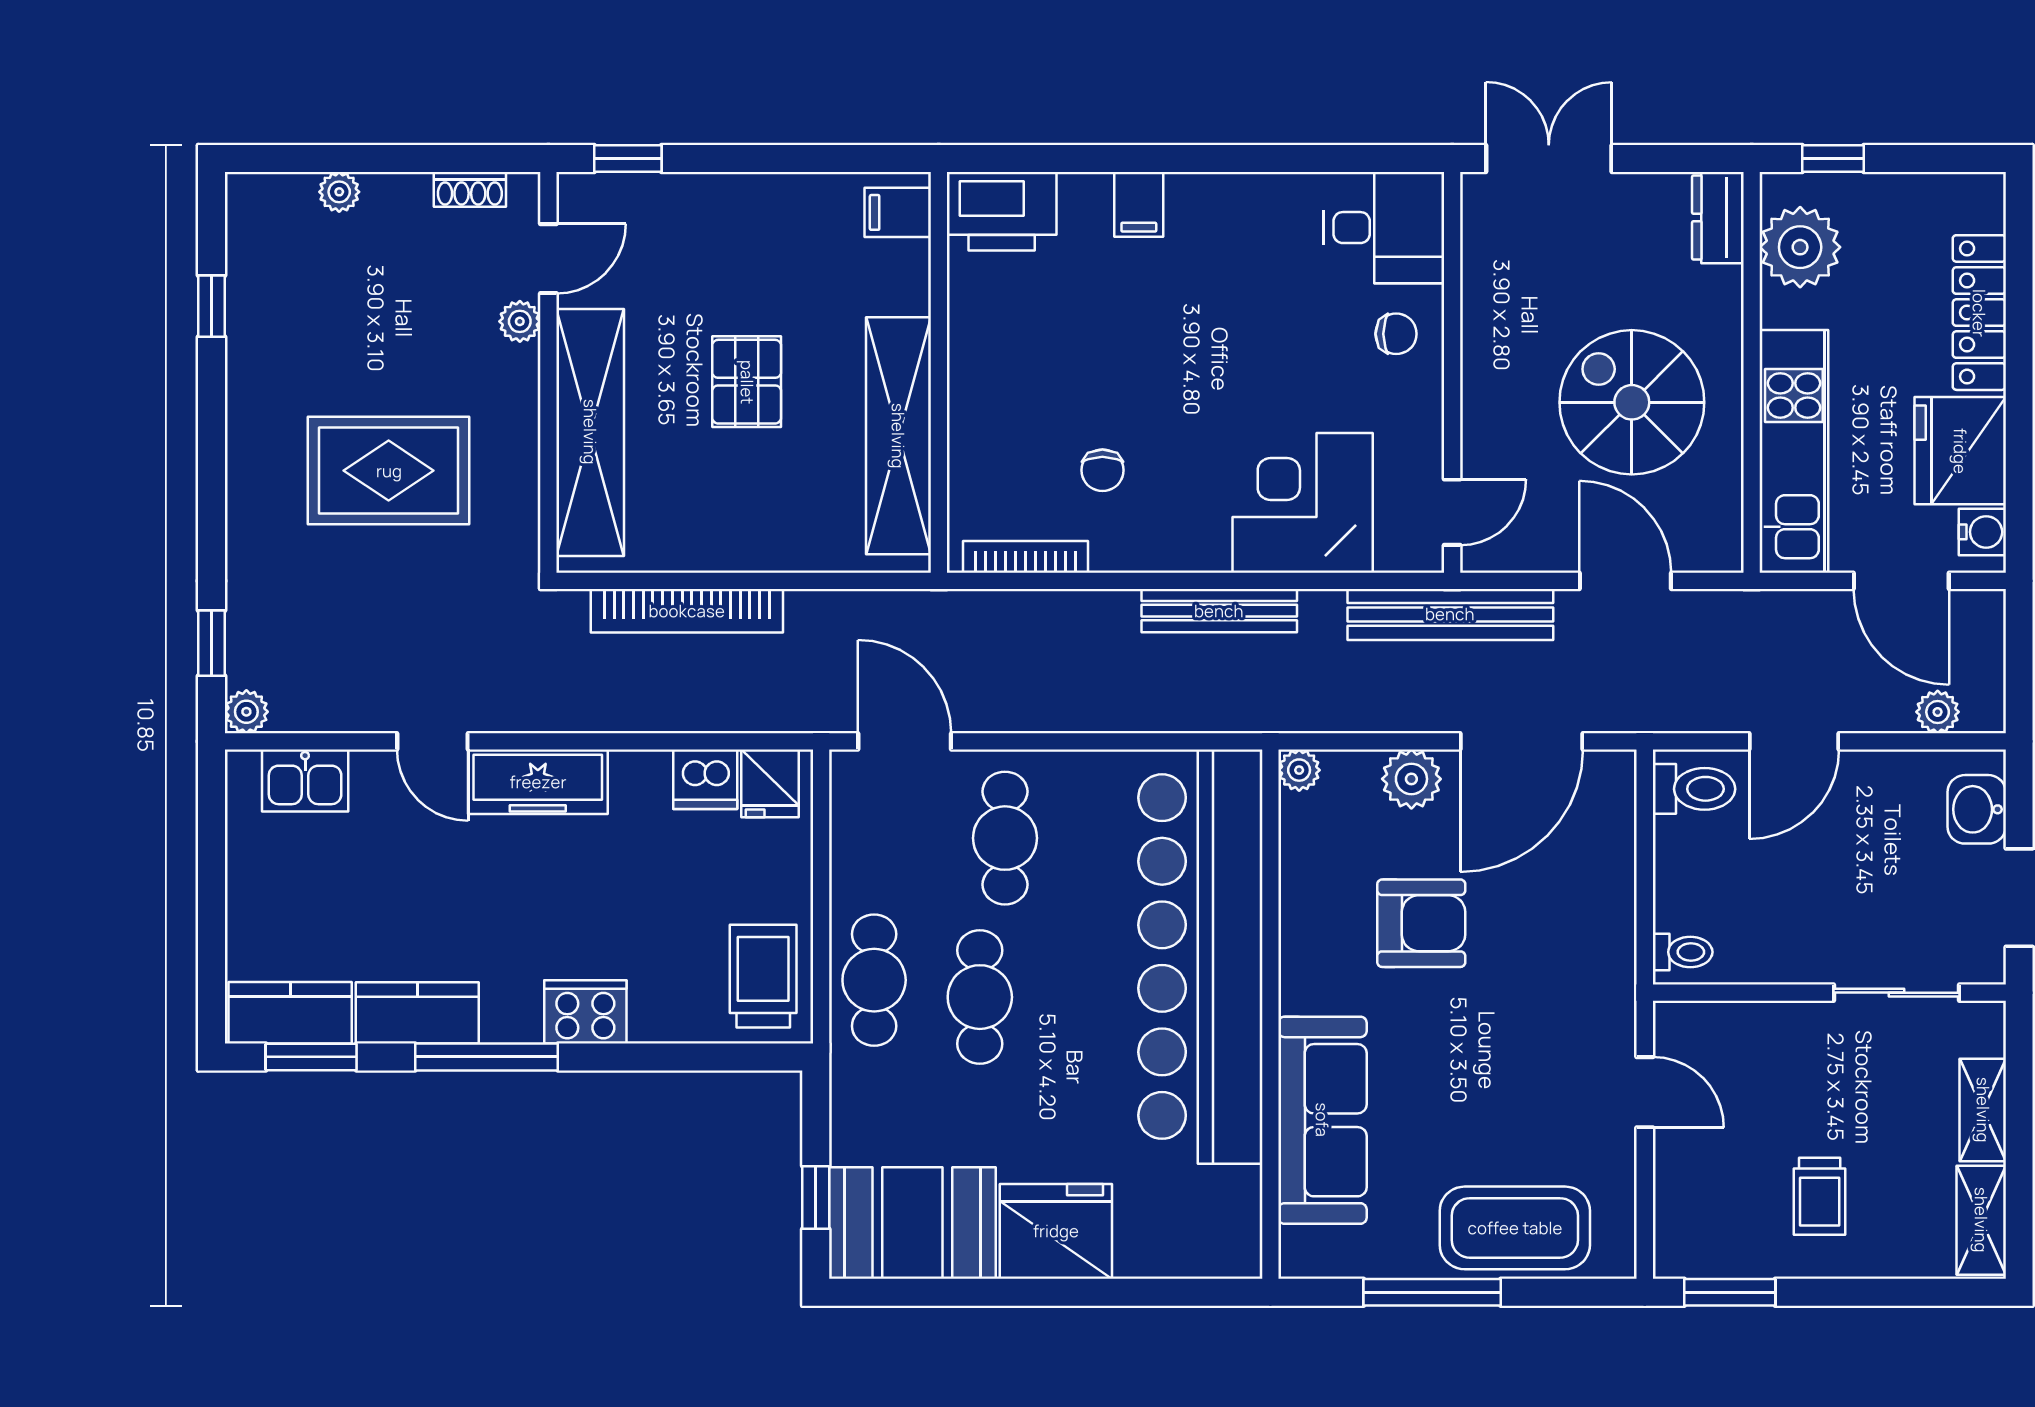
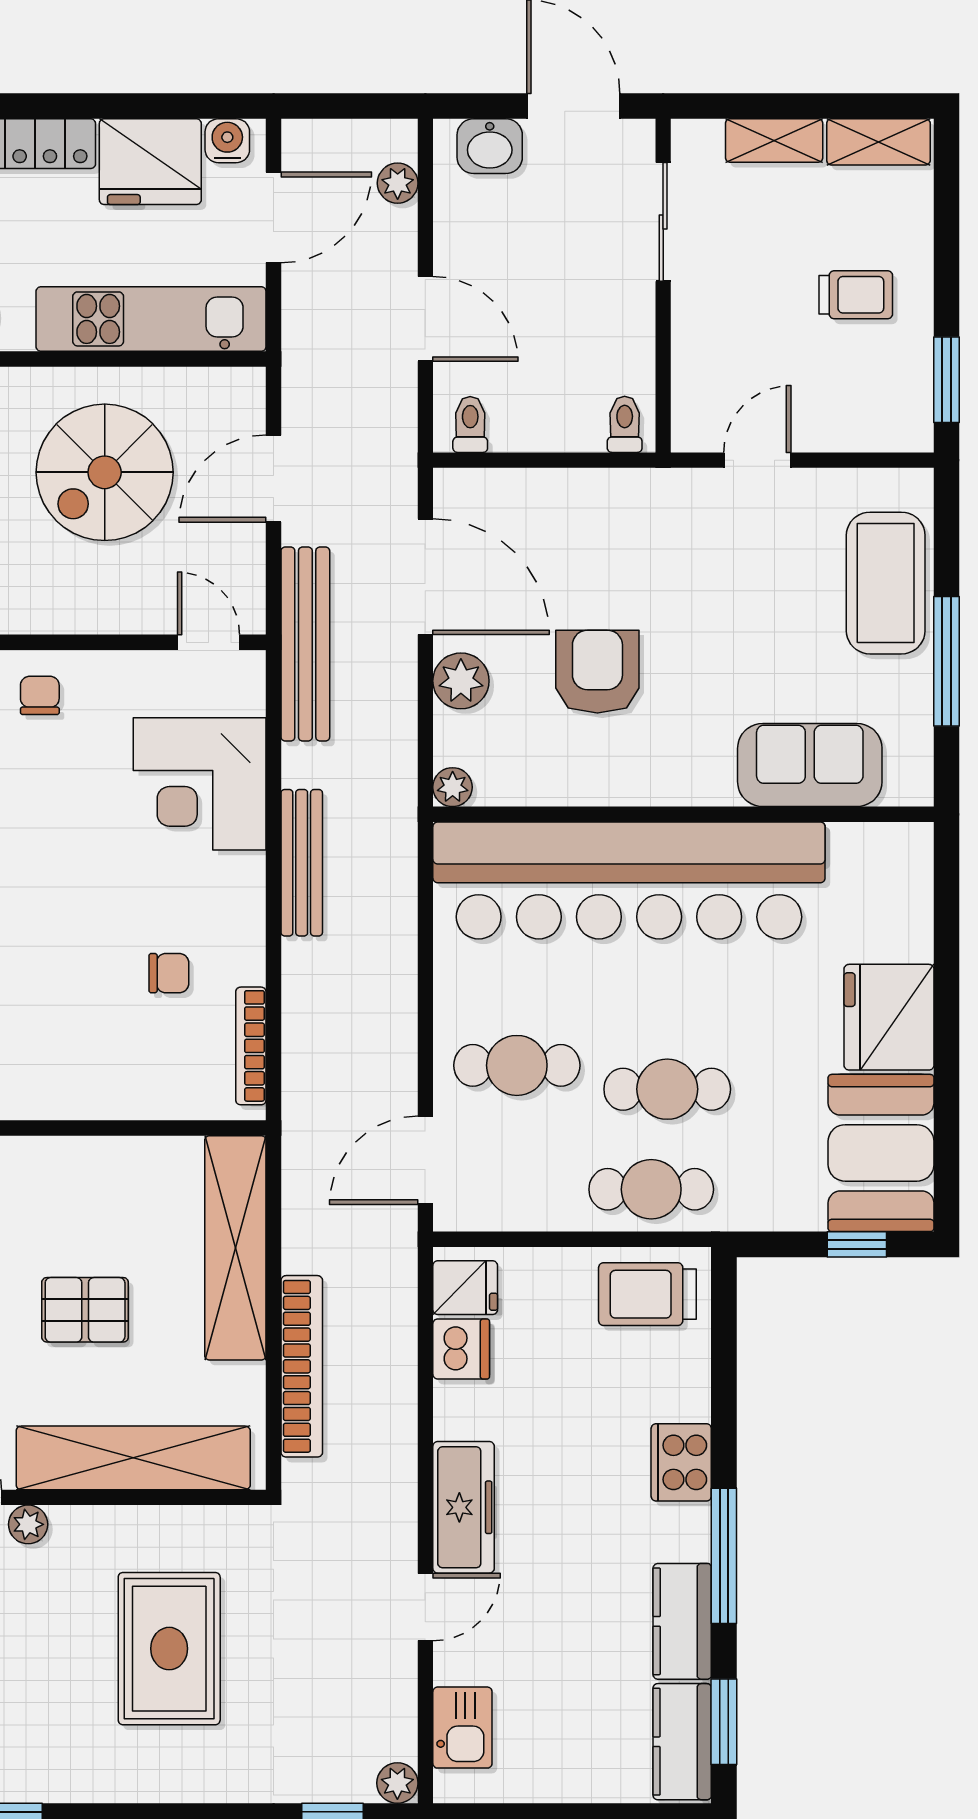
shelving: (898, 436) -> (235, 1248), moved, turned 90
toilet: (1694, 789) -> (470, 424), width x0.73, depth x0.72
sofa: (1322, 1120) -> (810, 765), width x0.73

